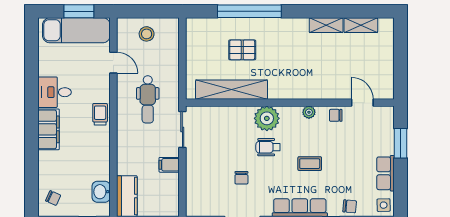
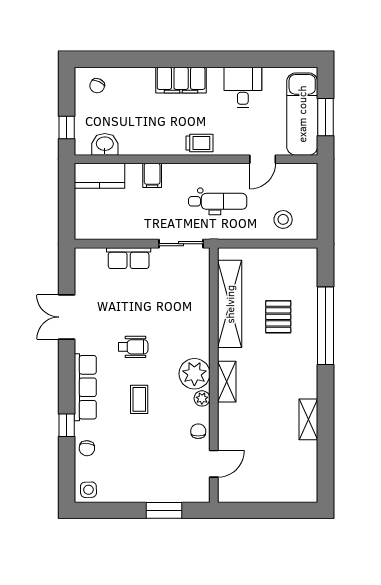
shelving: (361, 25) -> (227, 382), moved
stool: (147, 34) -> (283, 219), moved
desk: (55, 92) -> (243, 87), moved
dental chair: (148, 99) -> (218, 201), turned 180
plant: (267, 118) -> (194, 374), moved
wheelchair: (268, 147) -> (133, 347), moved, turned 90
filing cabinet: (169, 165) -> (152, 175), moved, turned 180
row of seats: (385, 173) -> (129, 258), moved, turned 180
chair: (241, 178) -> (122, 316), removed

